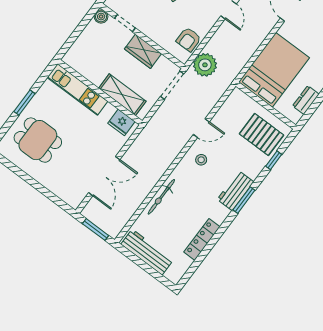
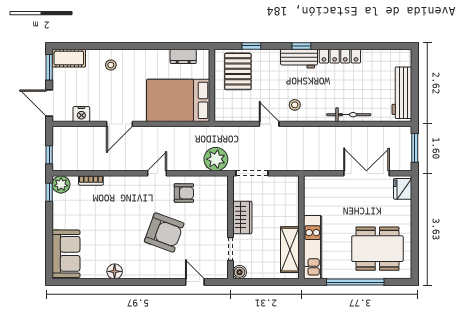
armchair: (189, 39) -> (184, 193), moved
shelving: (122, 95) -> (290, 250), moved
window: (24, 103) -> (355, 282), width x2.11
fridge: (121, 122) -> (403, 189), moved, turned 180
dining table: (38, 140) -> (377, 249), width x1.38
window: (244, 200) -> (301, 46), width x0.67
locker: (202, 239) -> (340, 56), moved

